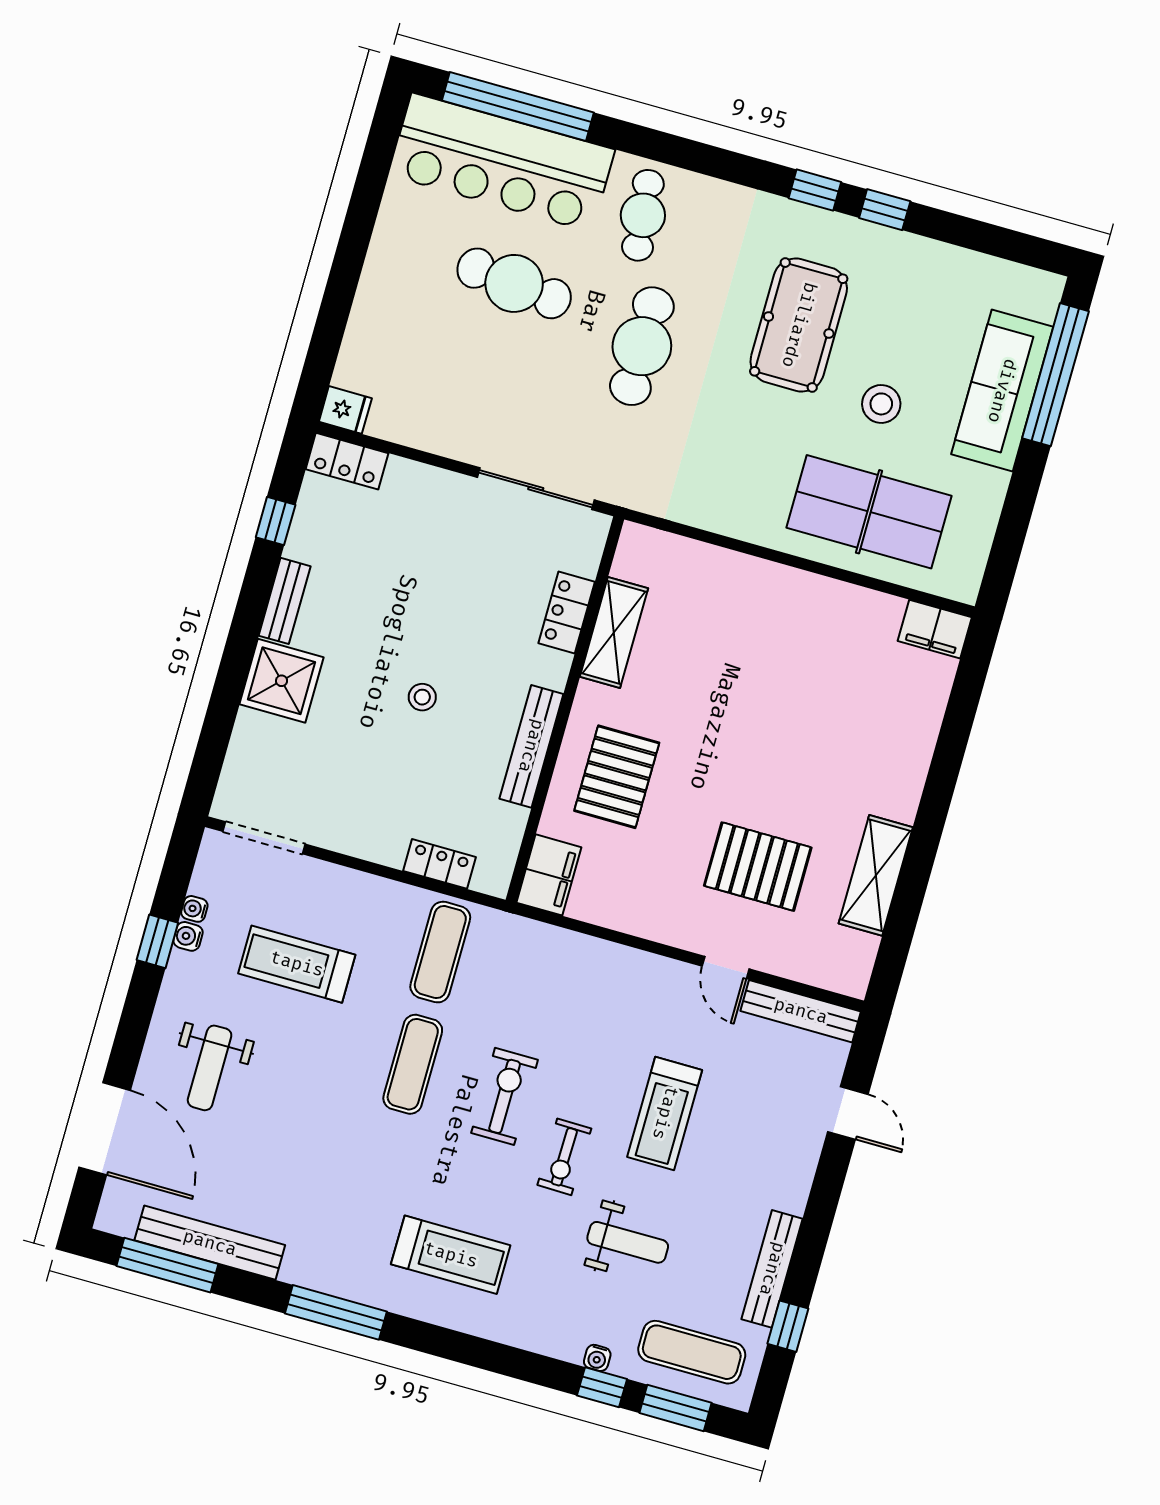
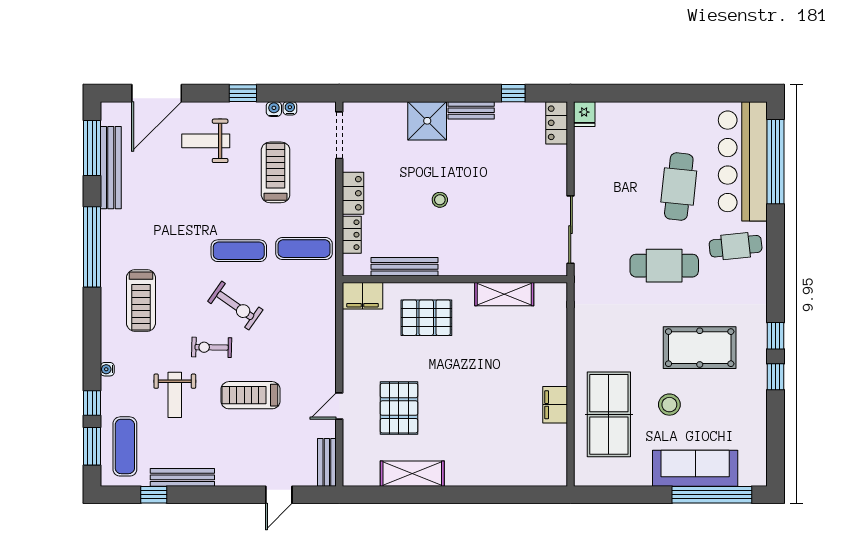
locker: (567, 613) -> (353, 193), moved, turned 90
filing cabinet: (935, 629) -> (555, 405), moved
bench: (531, 746) -> (405, 267), moved
window: (157, 941) -> (243, 93), moved
bench: (801, 1011) -> (327, 462), width x0.73
exercise bike: (505, 1096) -> (235, 306), turned 35
window: (336, 1312) -> (92, 247), width x1.46
water cooler: (597, 1358) -> (107, 369), moved

